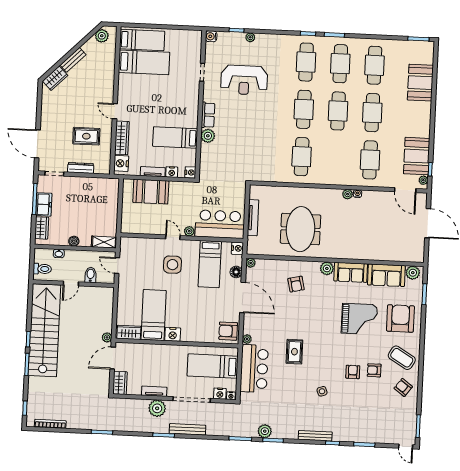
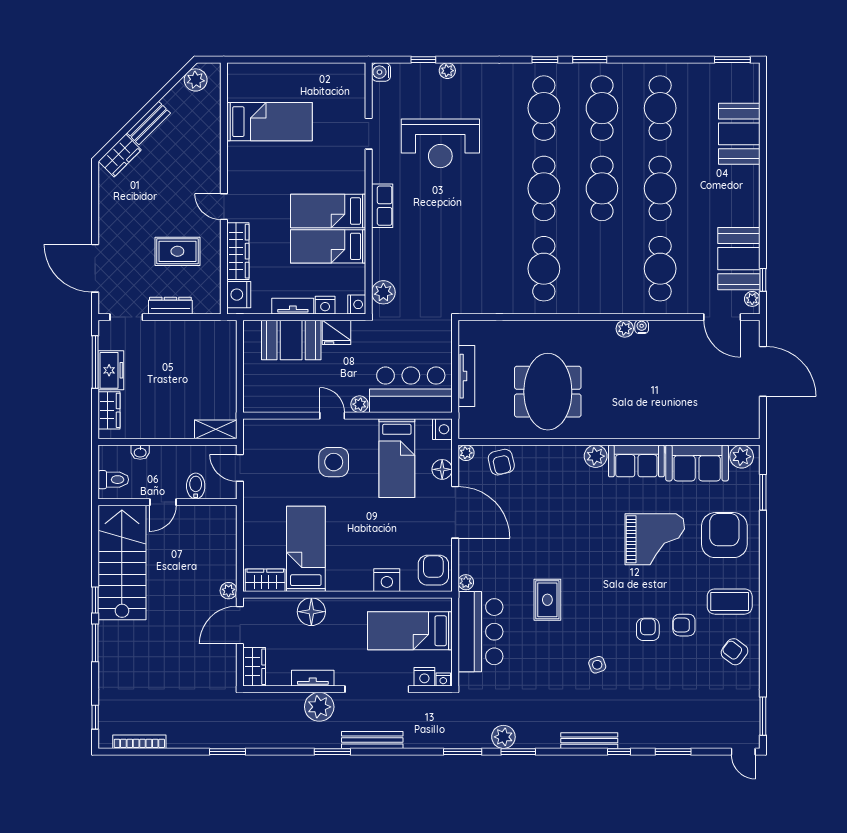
bed: (142, 40) -> (328, 211), moved, turned 180
plant: (208, 136) -> (383, 292), moved
fridge: (178, 188) -> (337, 332), added
boiler: (74, 241) -> (165, 430), removed
armchair: (296, 284) -> (501, 462), moved
stairs: (44, 330) -> (122, 563), width x0.73
armchair: (228, 331) -> (433, 570), turned 90
nightstand: (173, 334) -> (387, 580), moved
floor lamp: (155, 352) -> (311, 612), added
coffee table: (402, 358) -> (730, 602), turned -31

